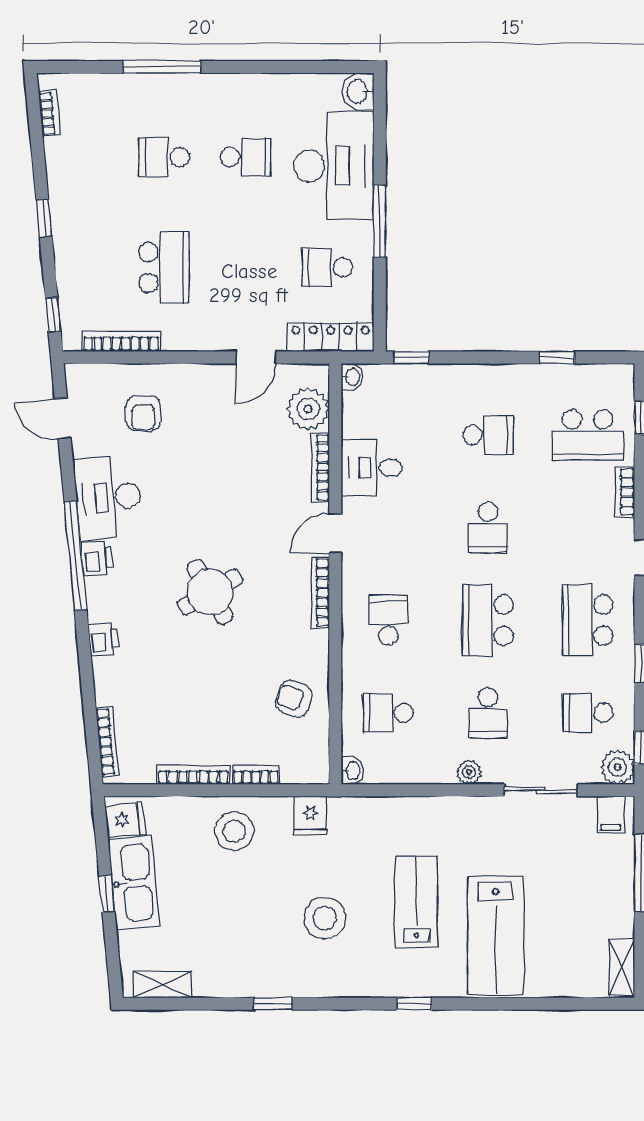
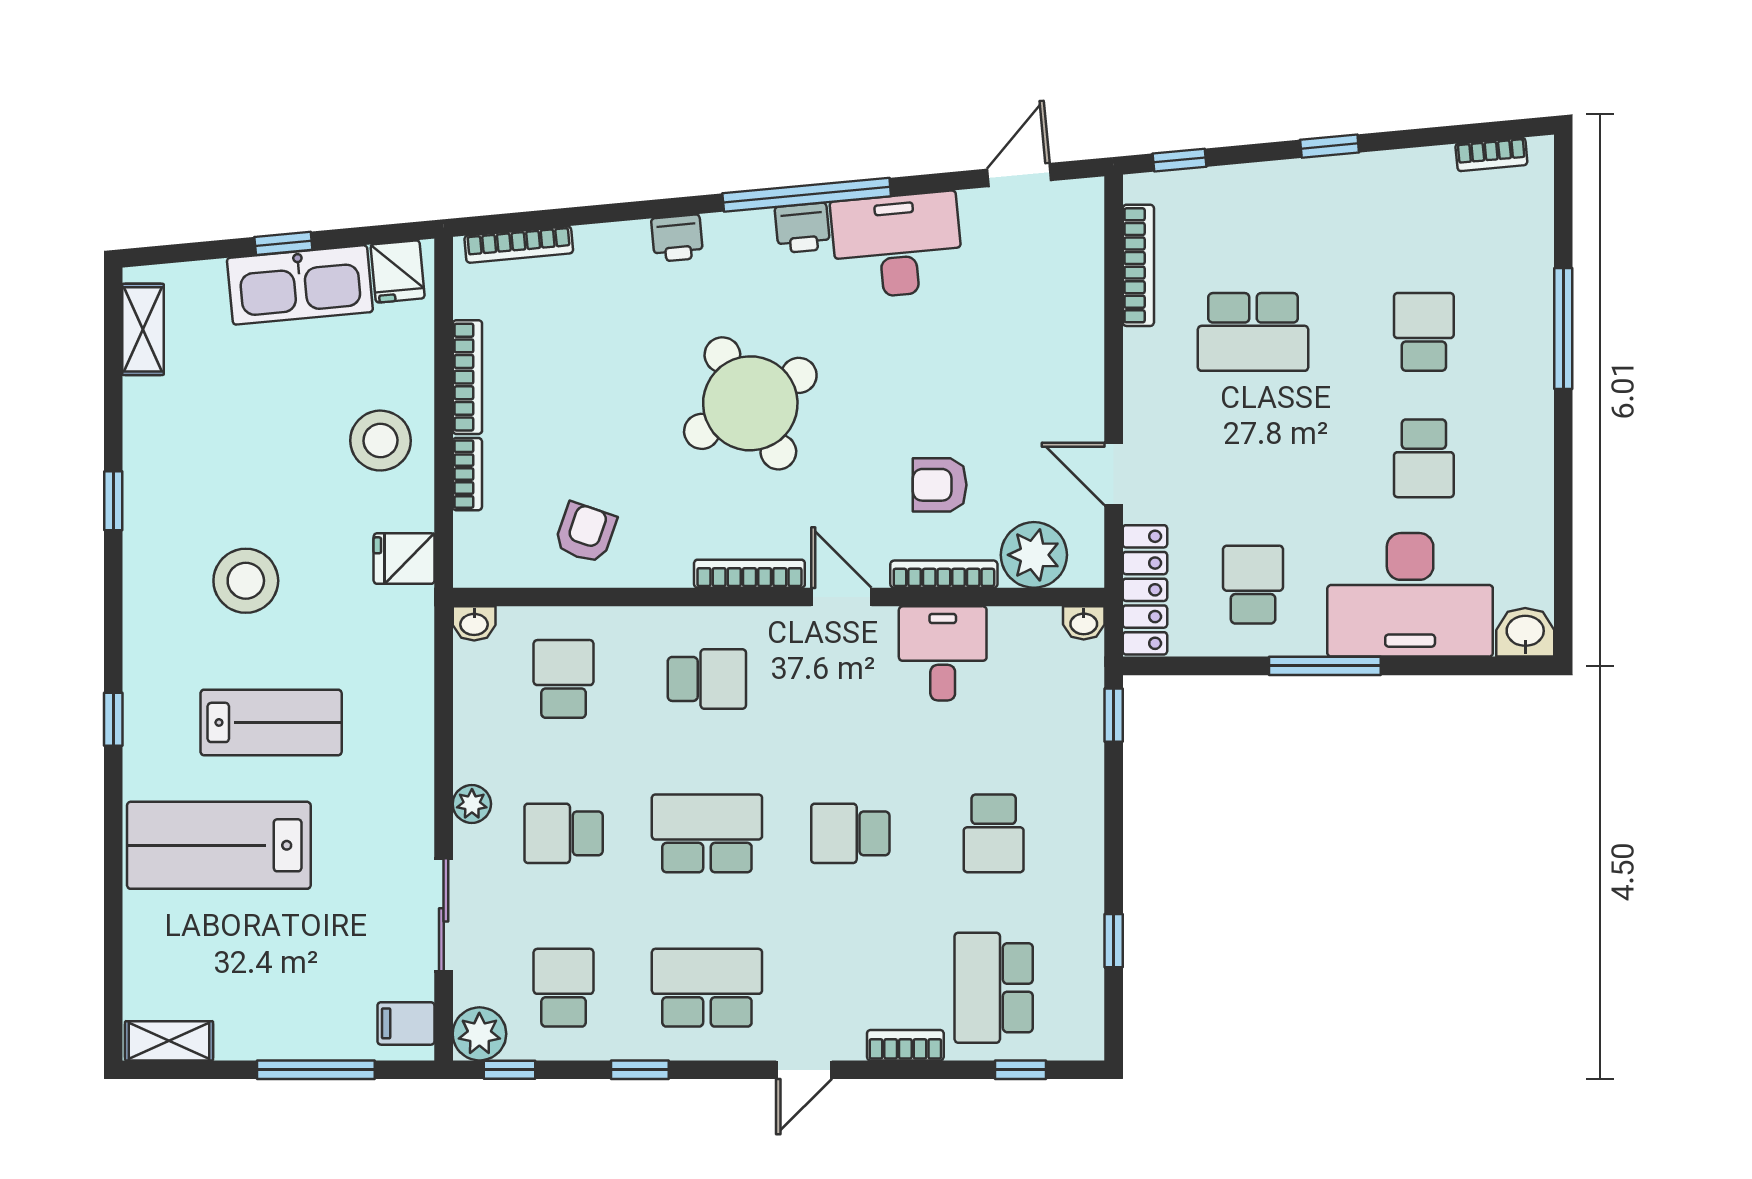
armchair: (143, 413) -> (940, 485), moved
round table: (210, 592) -> (750, 403), width x1.36, depth x1.36

